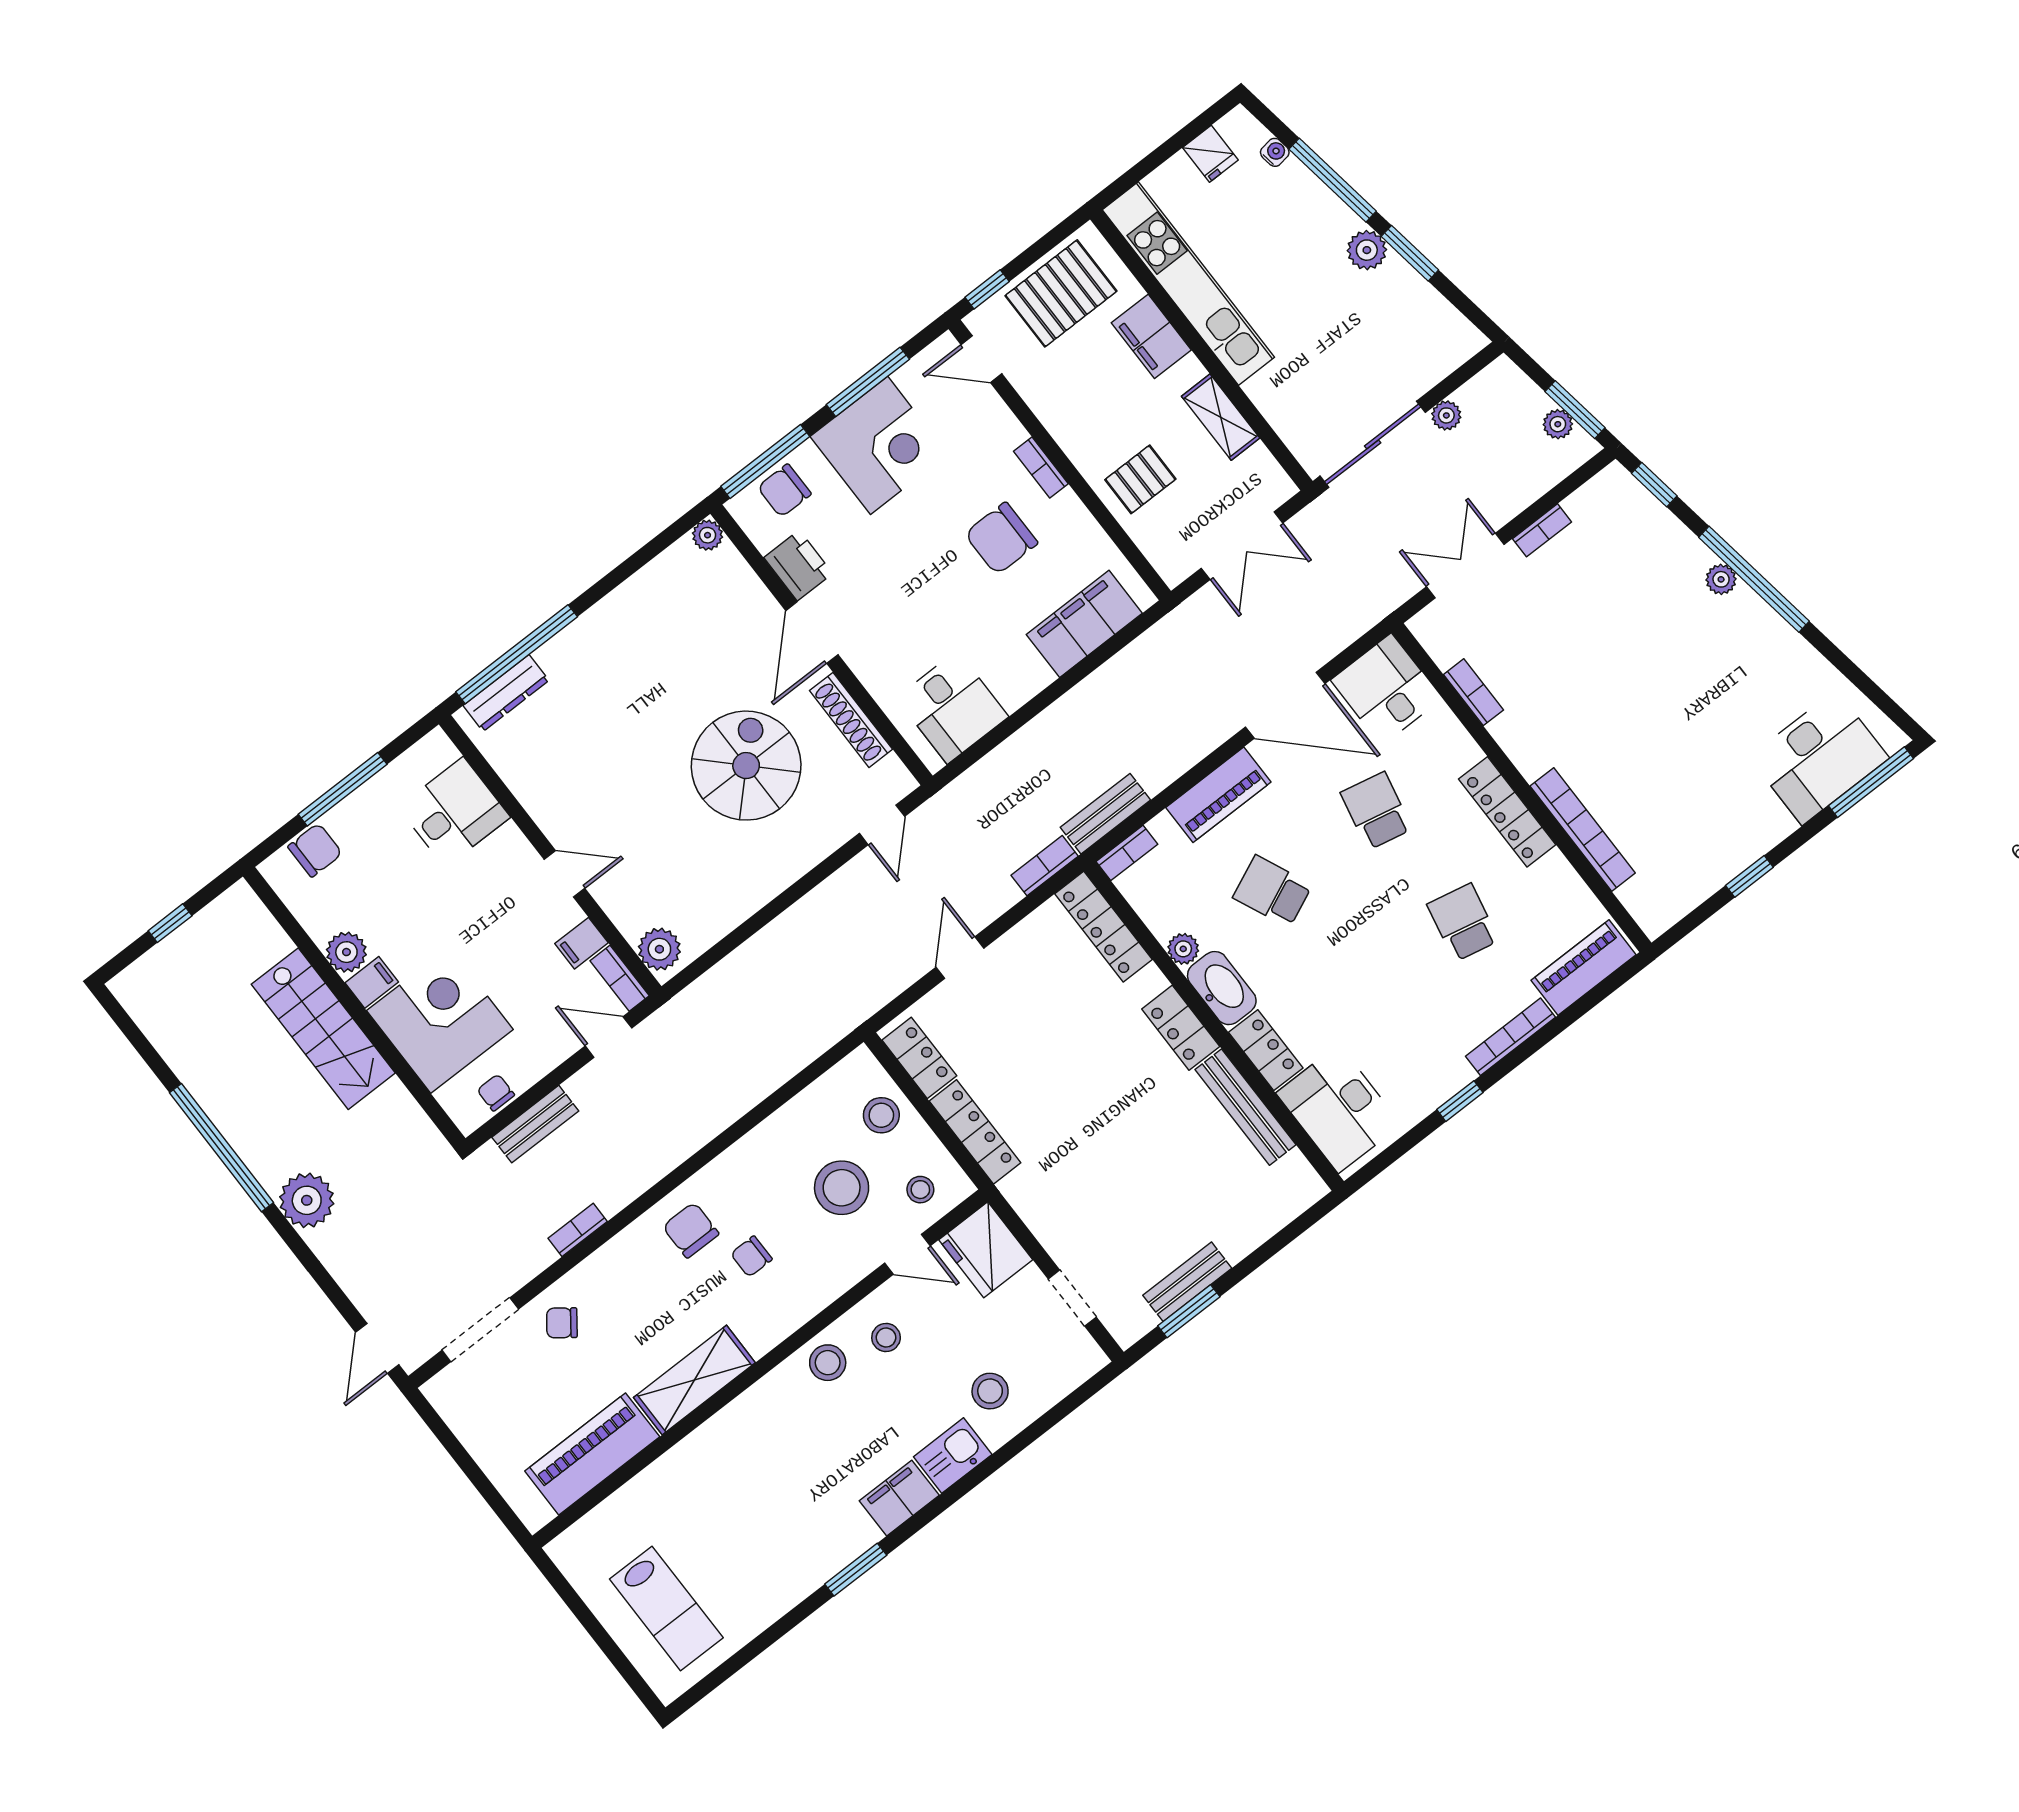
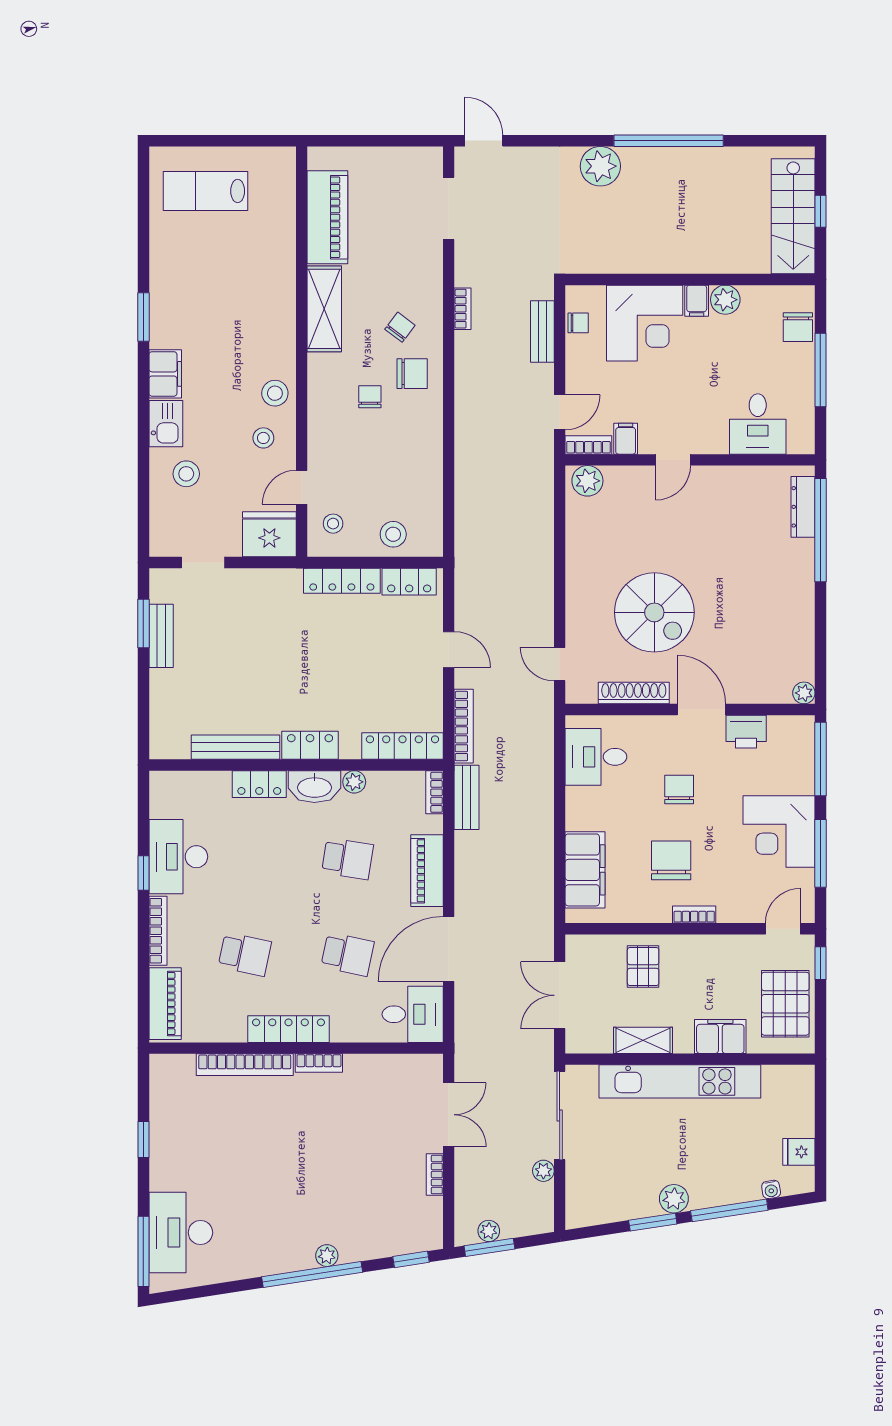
kitchen unit: (1188, 284) -> (680, 1081), moved
chair: (784, 491) -> (679, 790), moved
bookcase: (1473, 692) -> (319, 1063), moved
bookcase: (1045, 866) -> (464, 726), width x1.56
school desk: (1272, 891) -> (347, 859), turned 33
stairs: (323, 1029) -> (793, 216), moved, turned -90
desk: (1339, 1109) -> (178, 857), moved, turned -90
stool: (842, 1188) -> (369, 479), removed
chair: (562, 1323) -> (400, 327), moved

